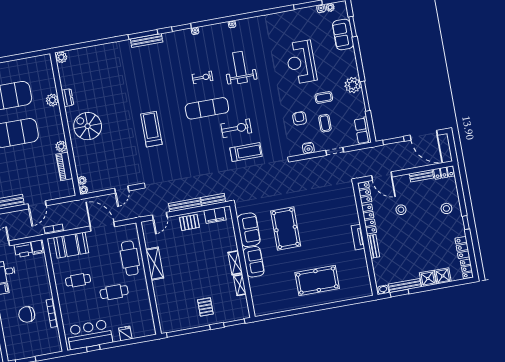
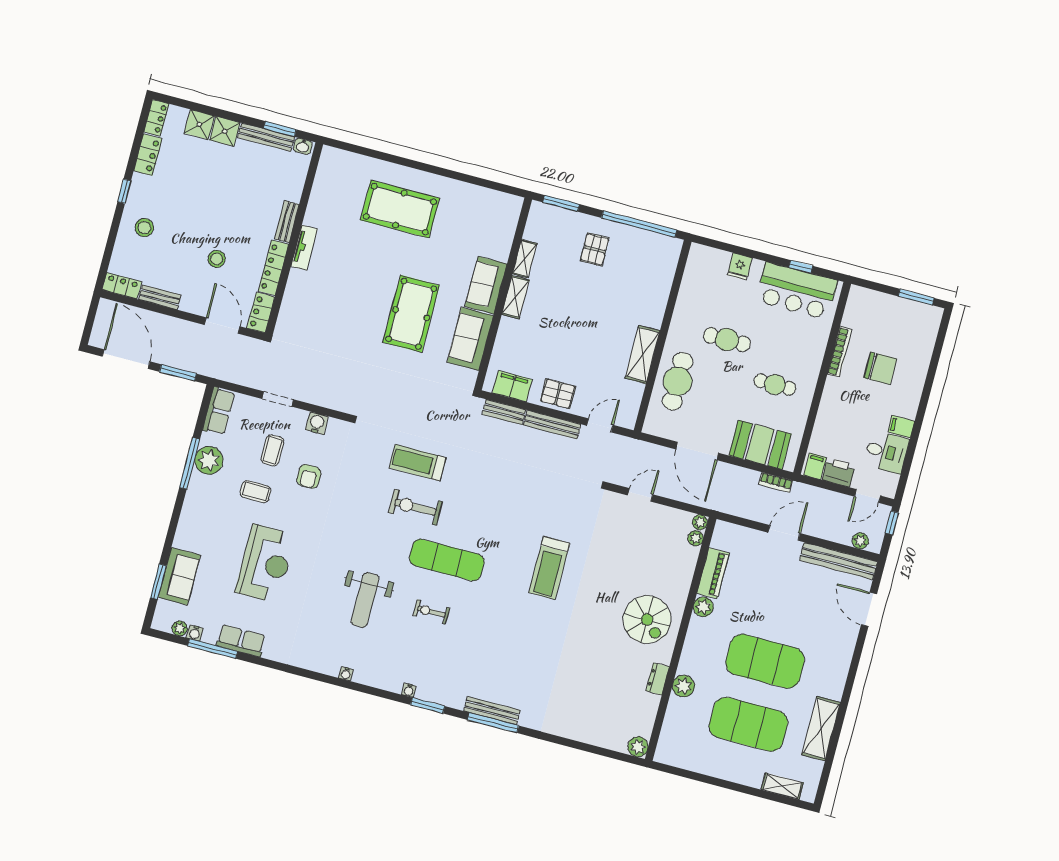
row of seats: (295, 16) -> (241, 641), added
plant: (353, 85) -> (209, 460), moved

